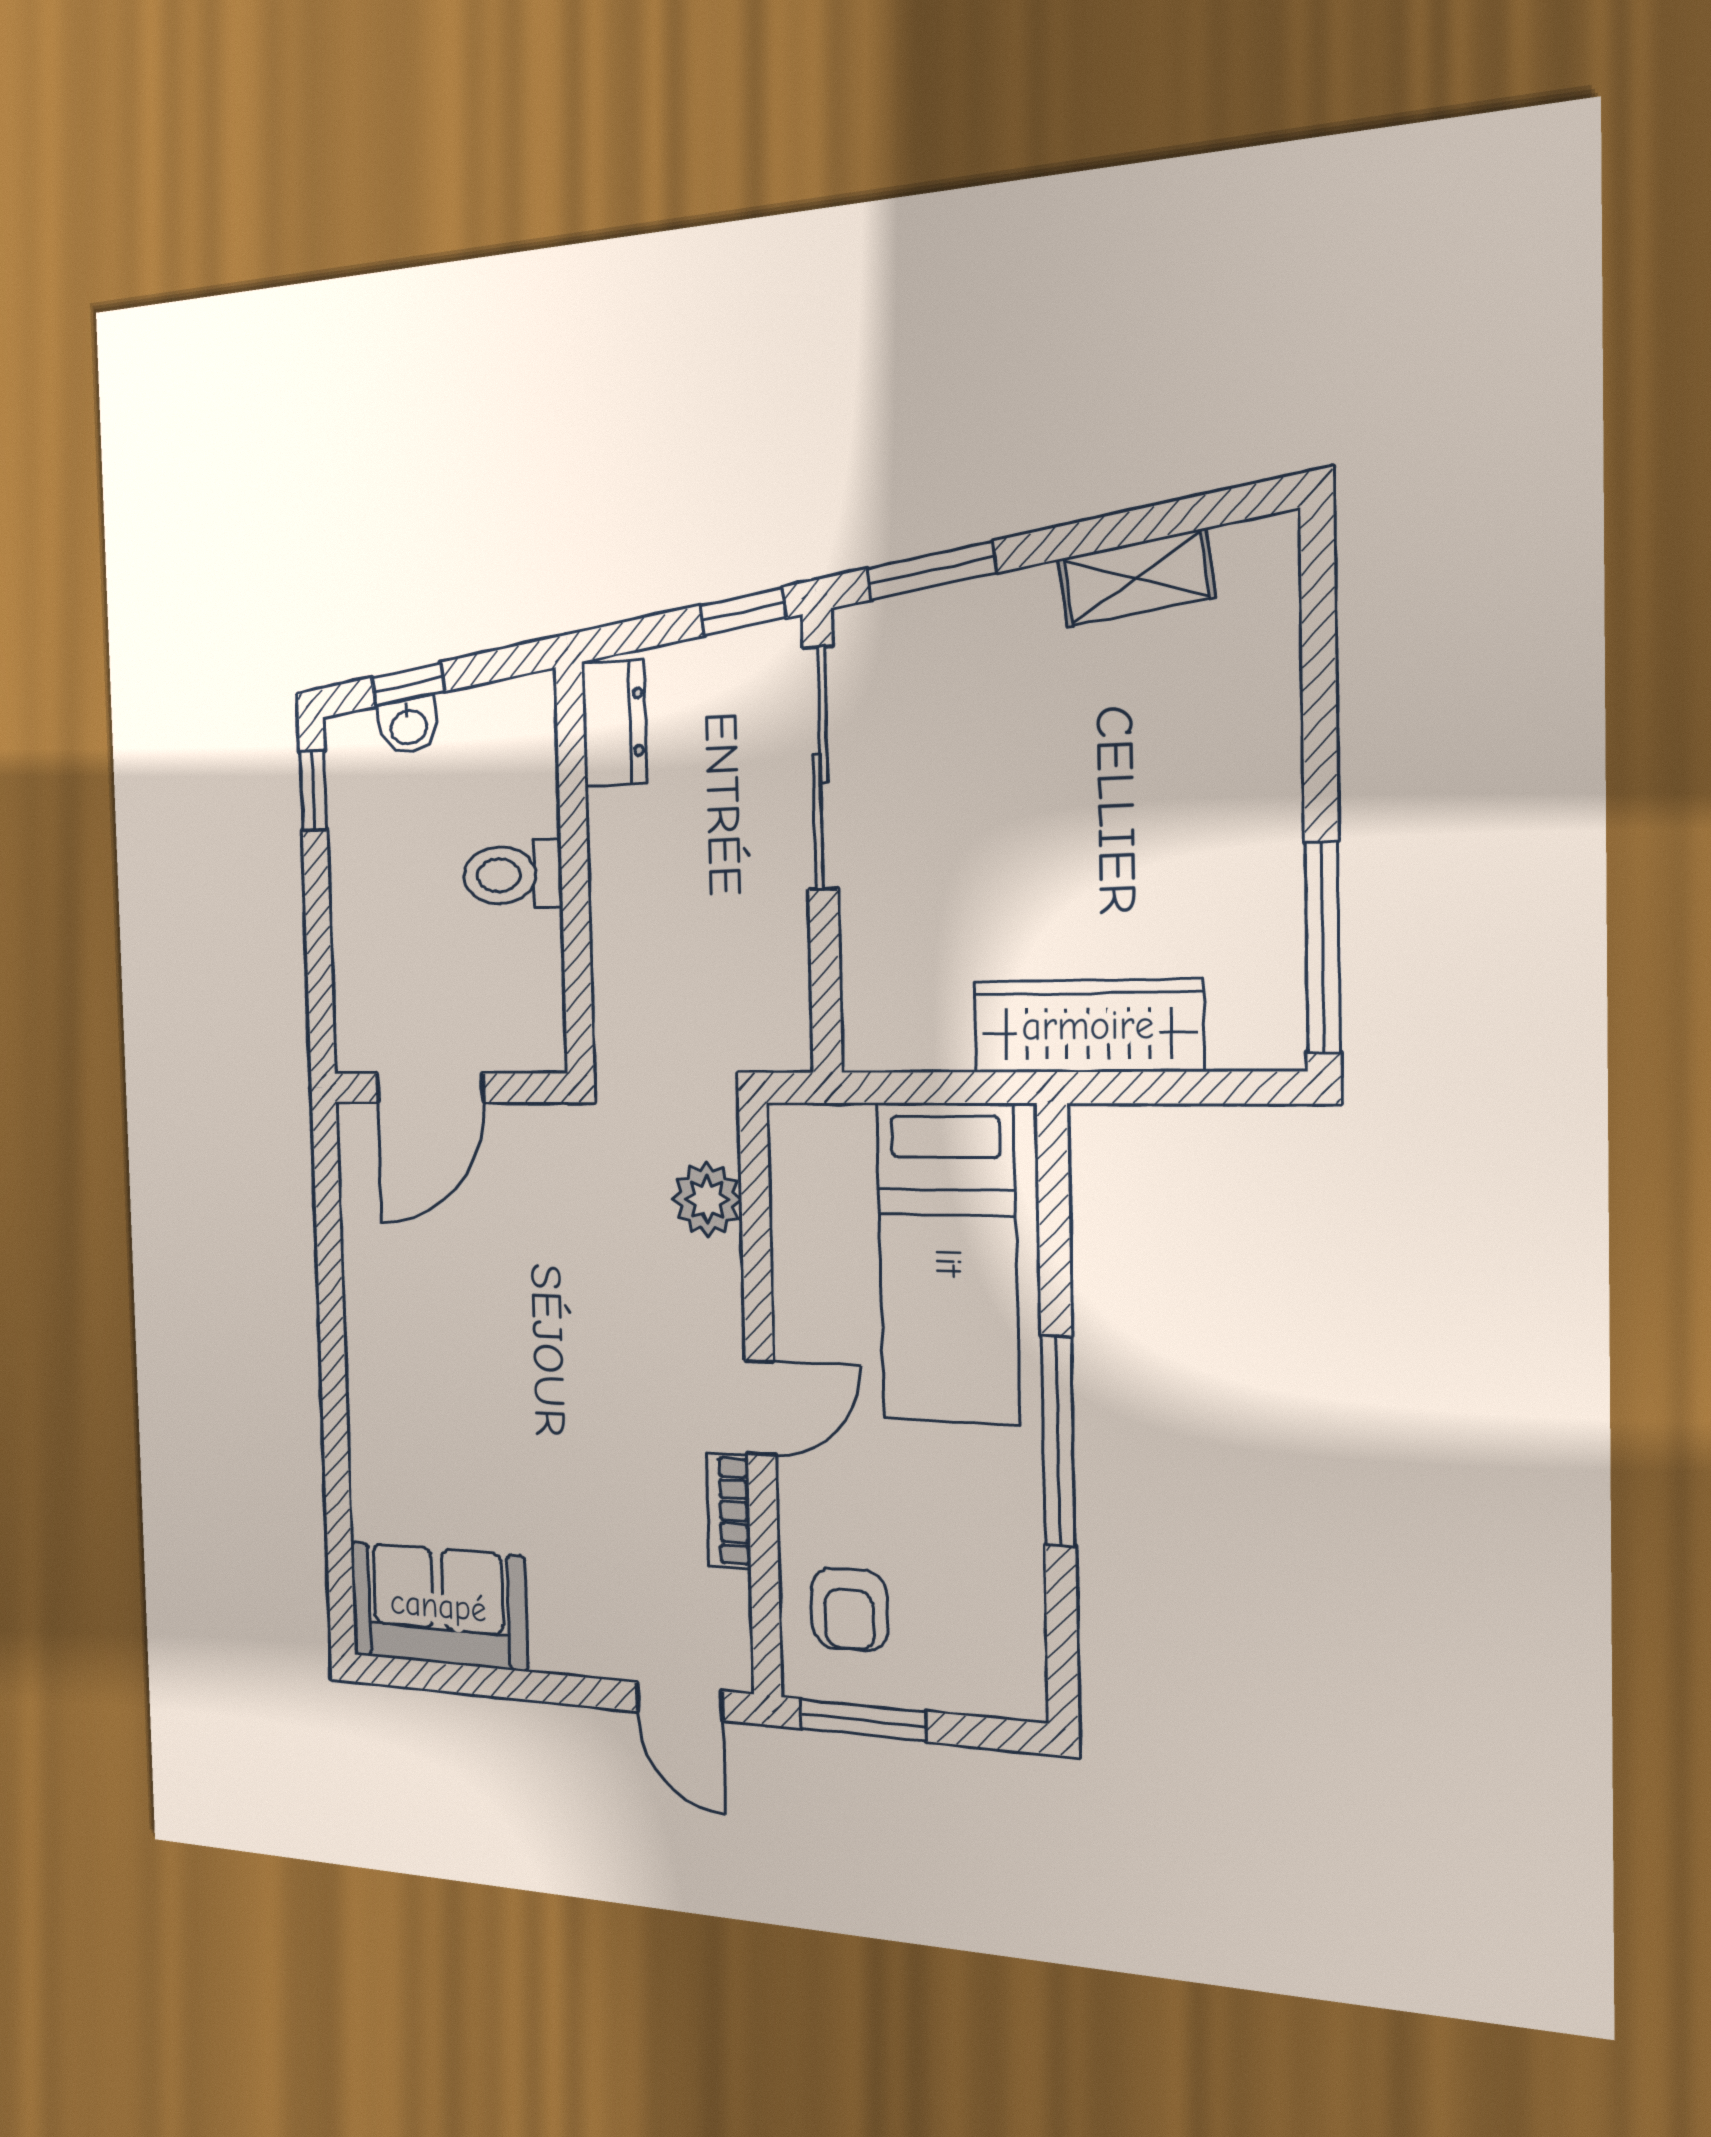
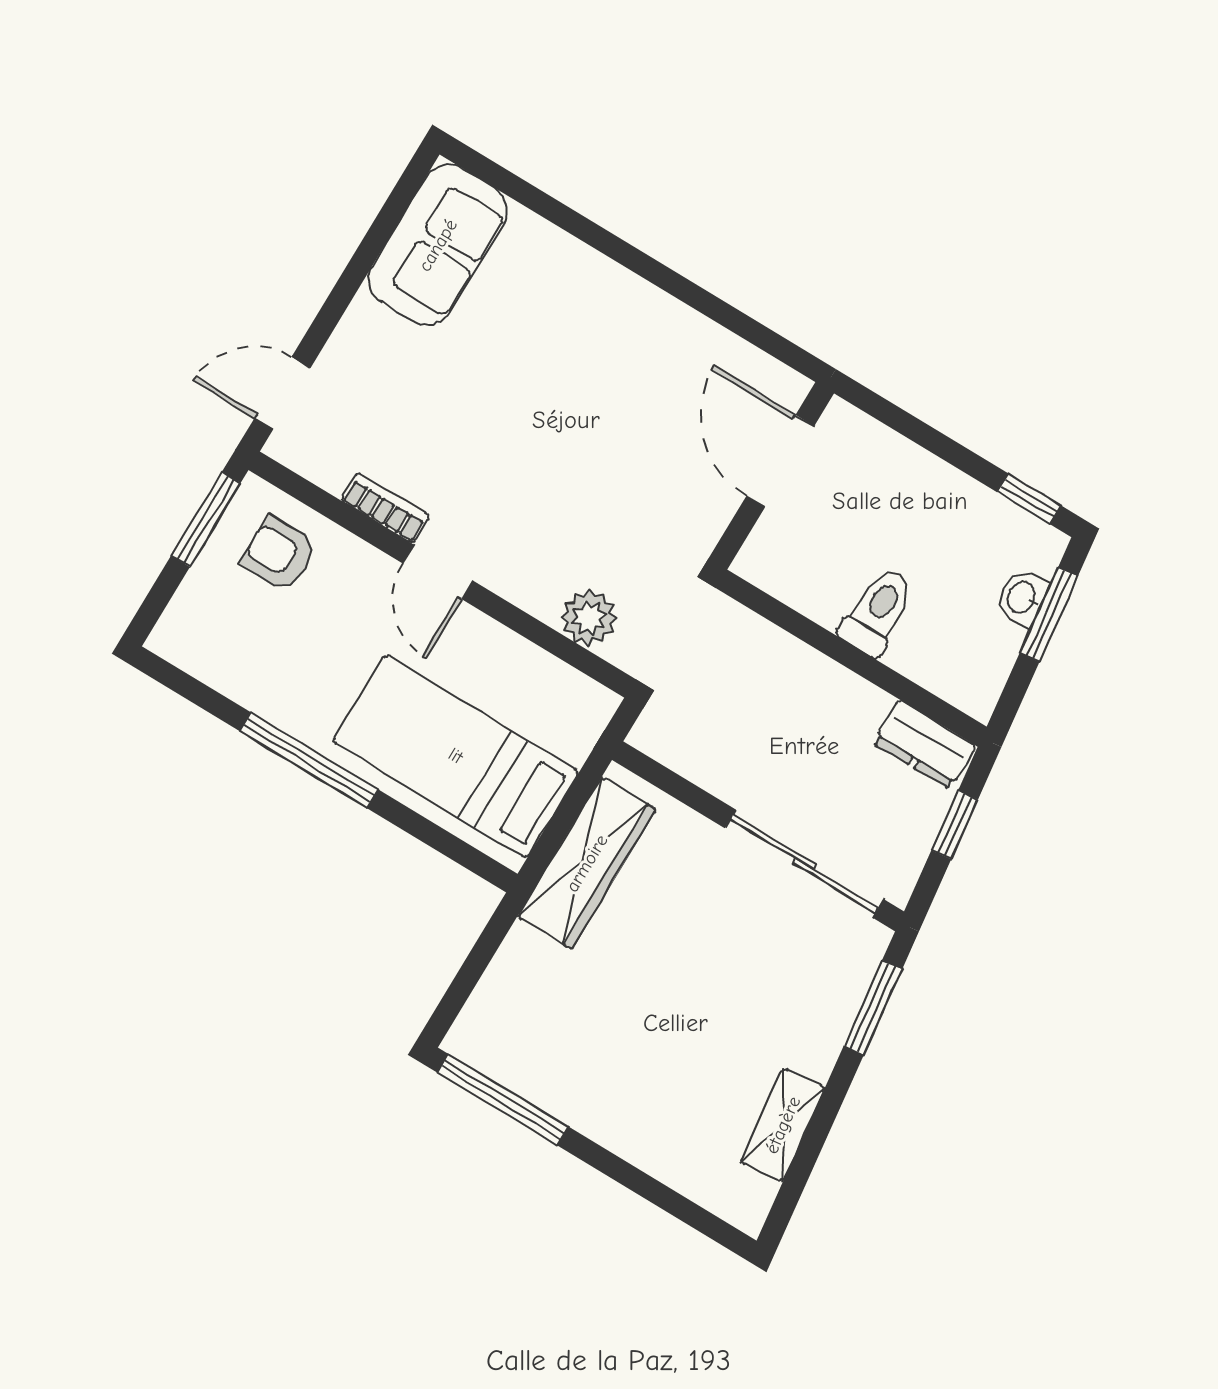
window: (743, 612) -> (955, 825), moved
window: (408, 684) -> (1049, 615), width x1.50
wardrobe: (1088, 1026) -> (587, 863), moved

